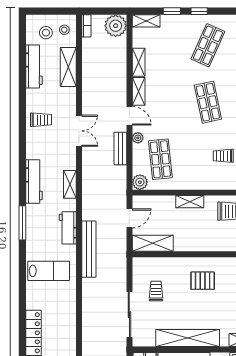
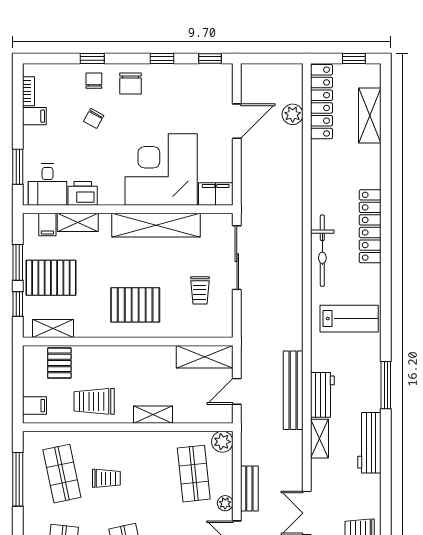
workbench: (68, 228) -> (322, 395), moved
bench: (89, 249) -> (293, 390), moved
lab bench: (49, 271) -> (349, 319), turned 180
pallet: (203, 281) -> (135, 305), width x1.50, depth x1.42
bicycle: (68, 320) -> (322, 251), added

